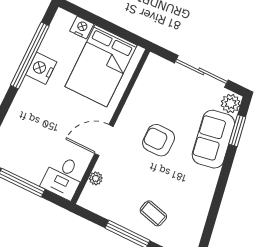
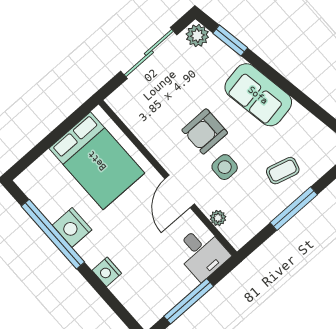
nightstand: (82, 28) -> (107, 272), moved, turned -90
sofa: (213, 139) -> (258, 95), moved
side table: (137, 167) -> (225, 167), added

